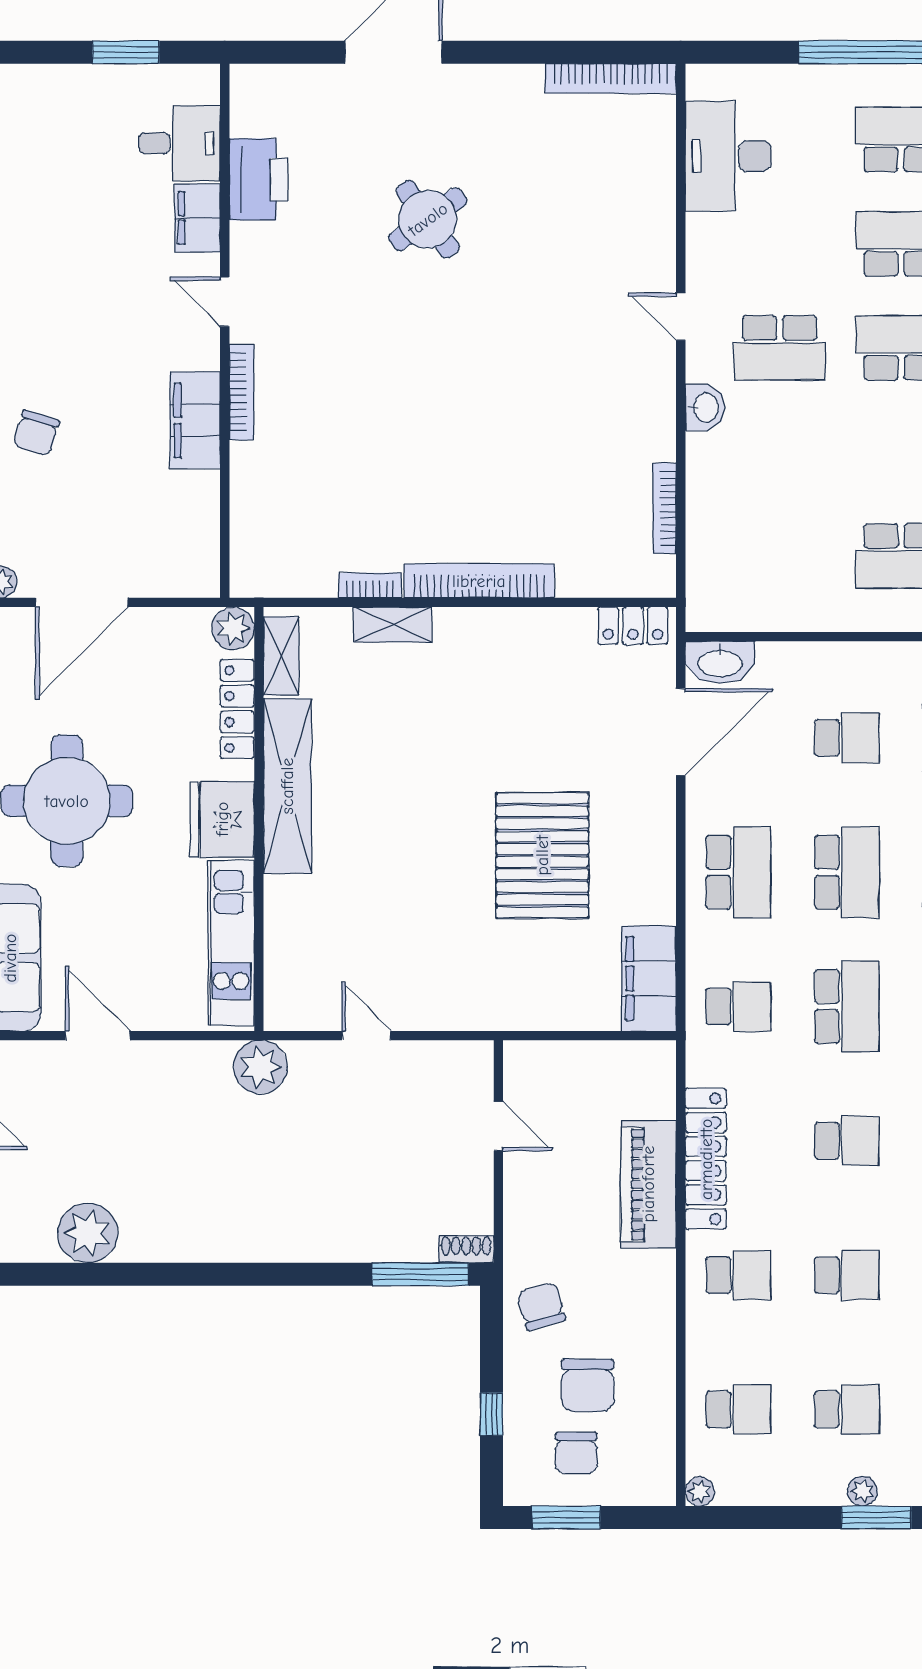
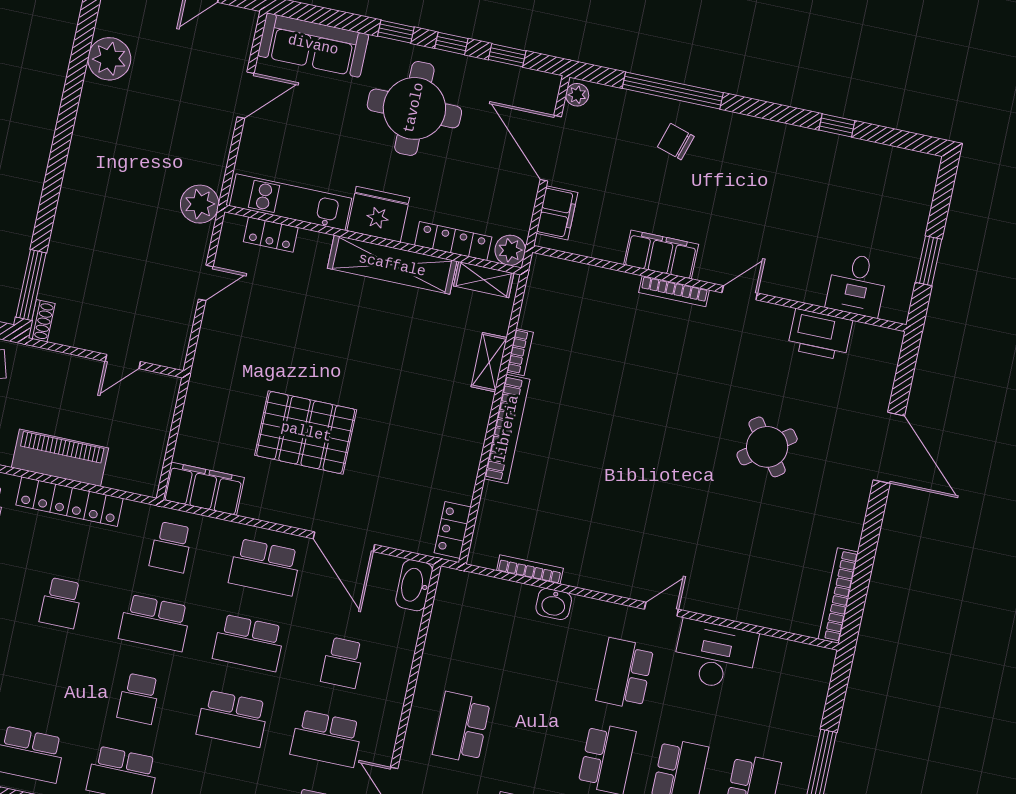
desk: (728, 156) -> (715, 655), moved
filing cabinet: (197, 218) -> (557, 213), moved, turned 90
washbasin: (705, 407) -> (554, 604), moved
door: (681, 732) -> (344, 542), moved
locker: (281, 961) -> (271, 235), added

